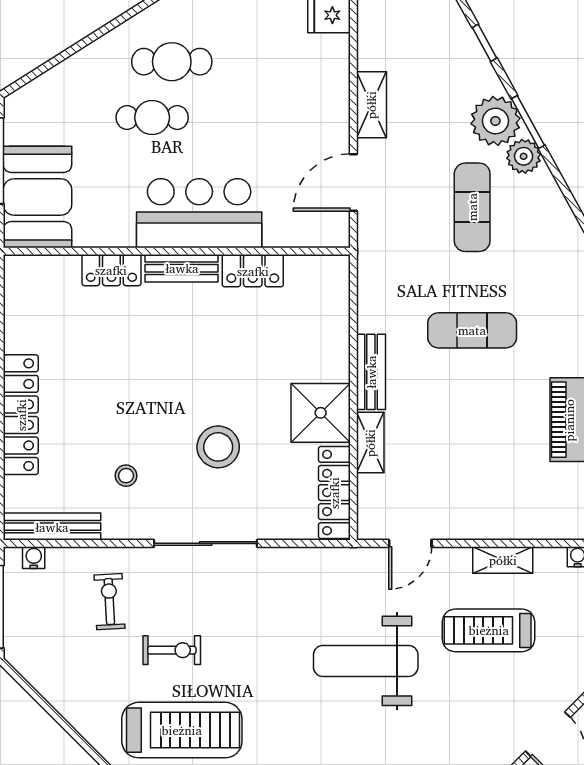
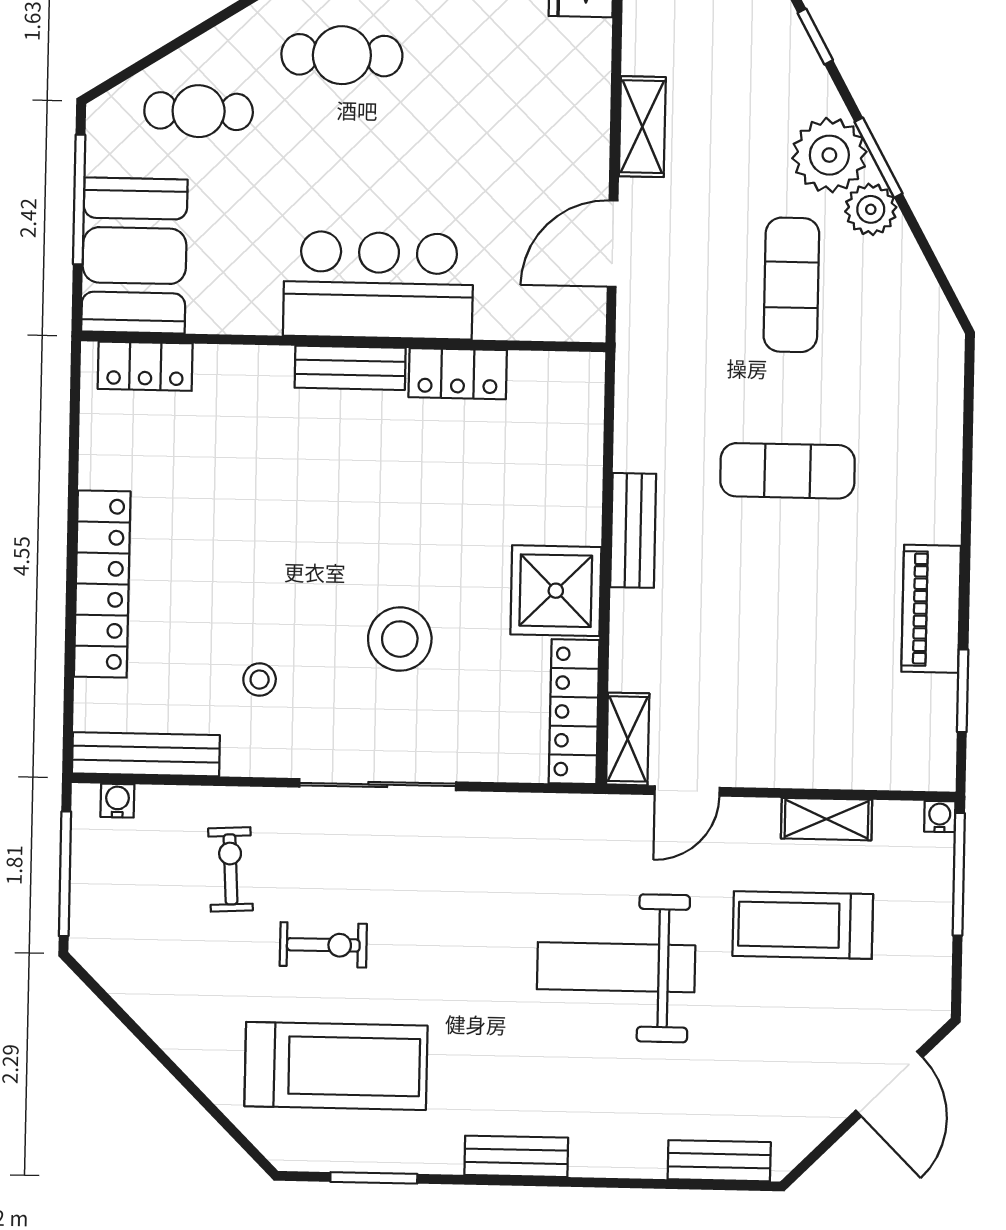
cafe table: (152, 118) -> (199, 111), moved
locker: (111, 270) -> (145, 366), moved
shelving: (370, 443) -> (628, 739), moved

